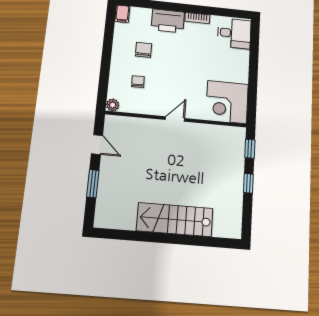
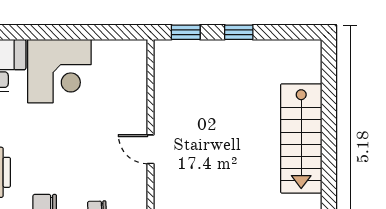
corner desk: (227, 102) -> (59, 71), moved

